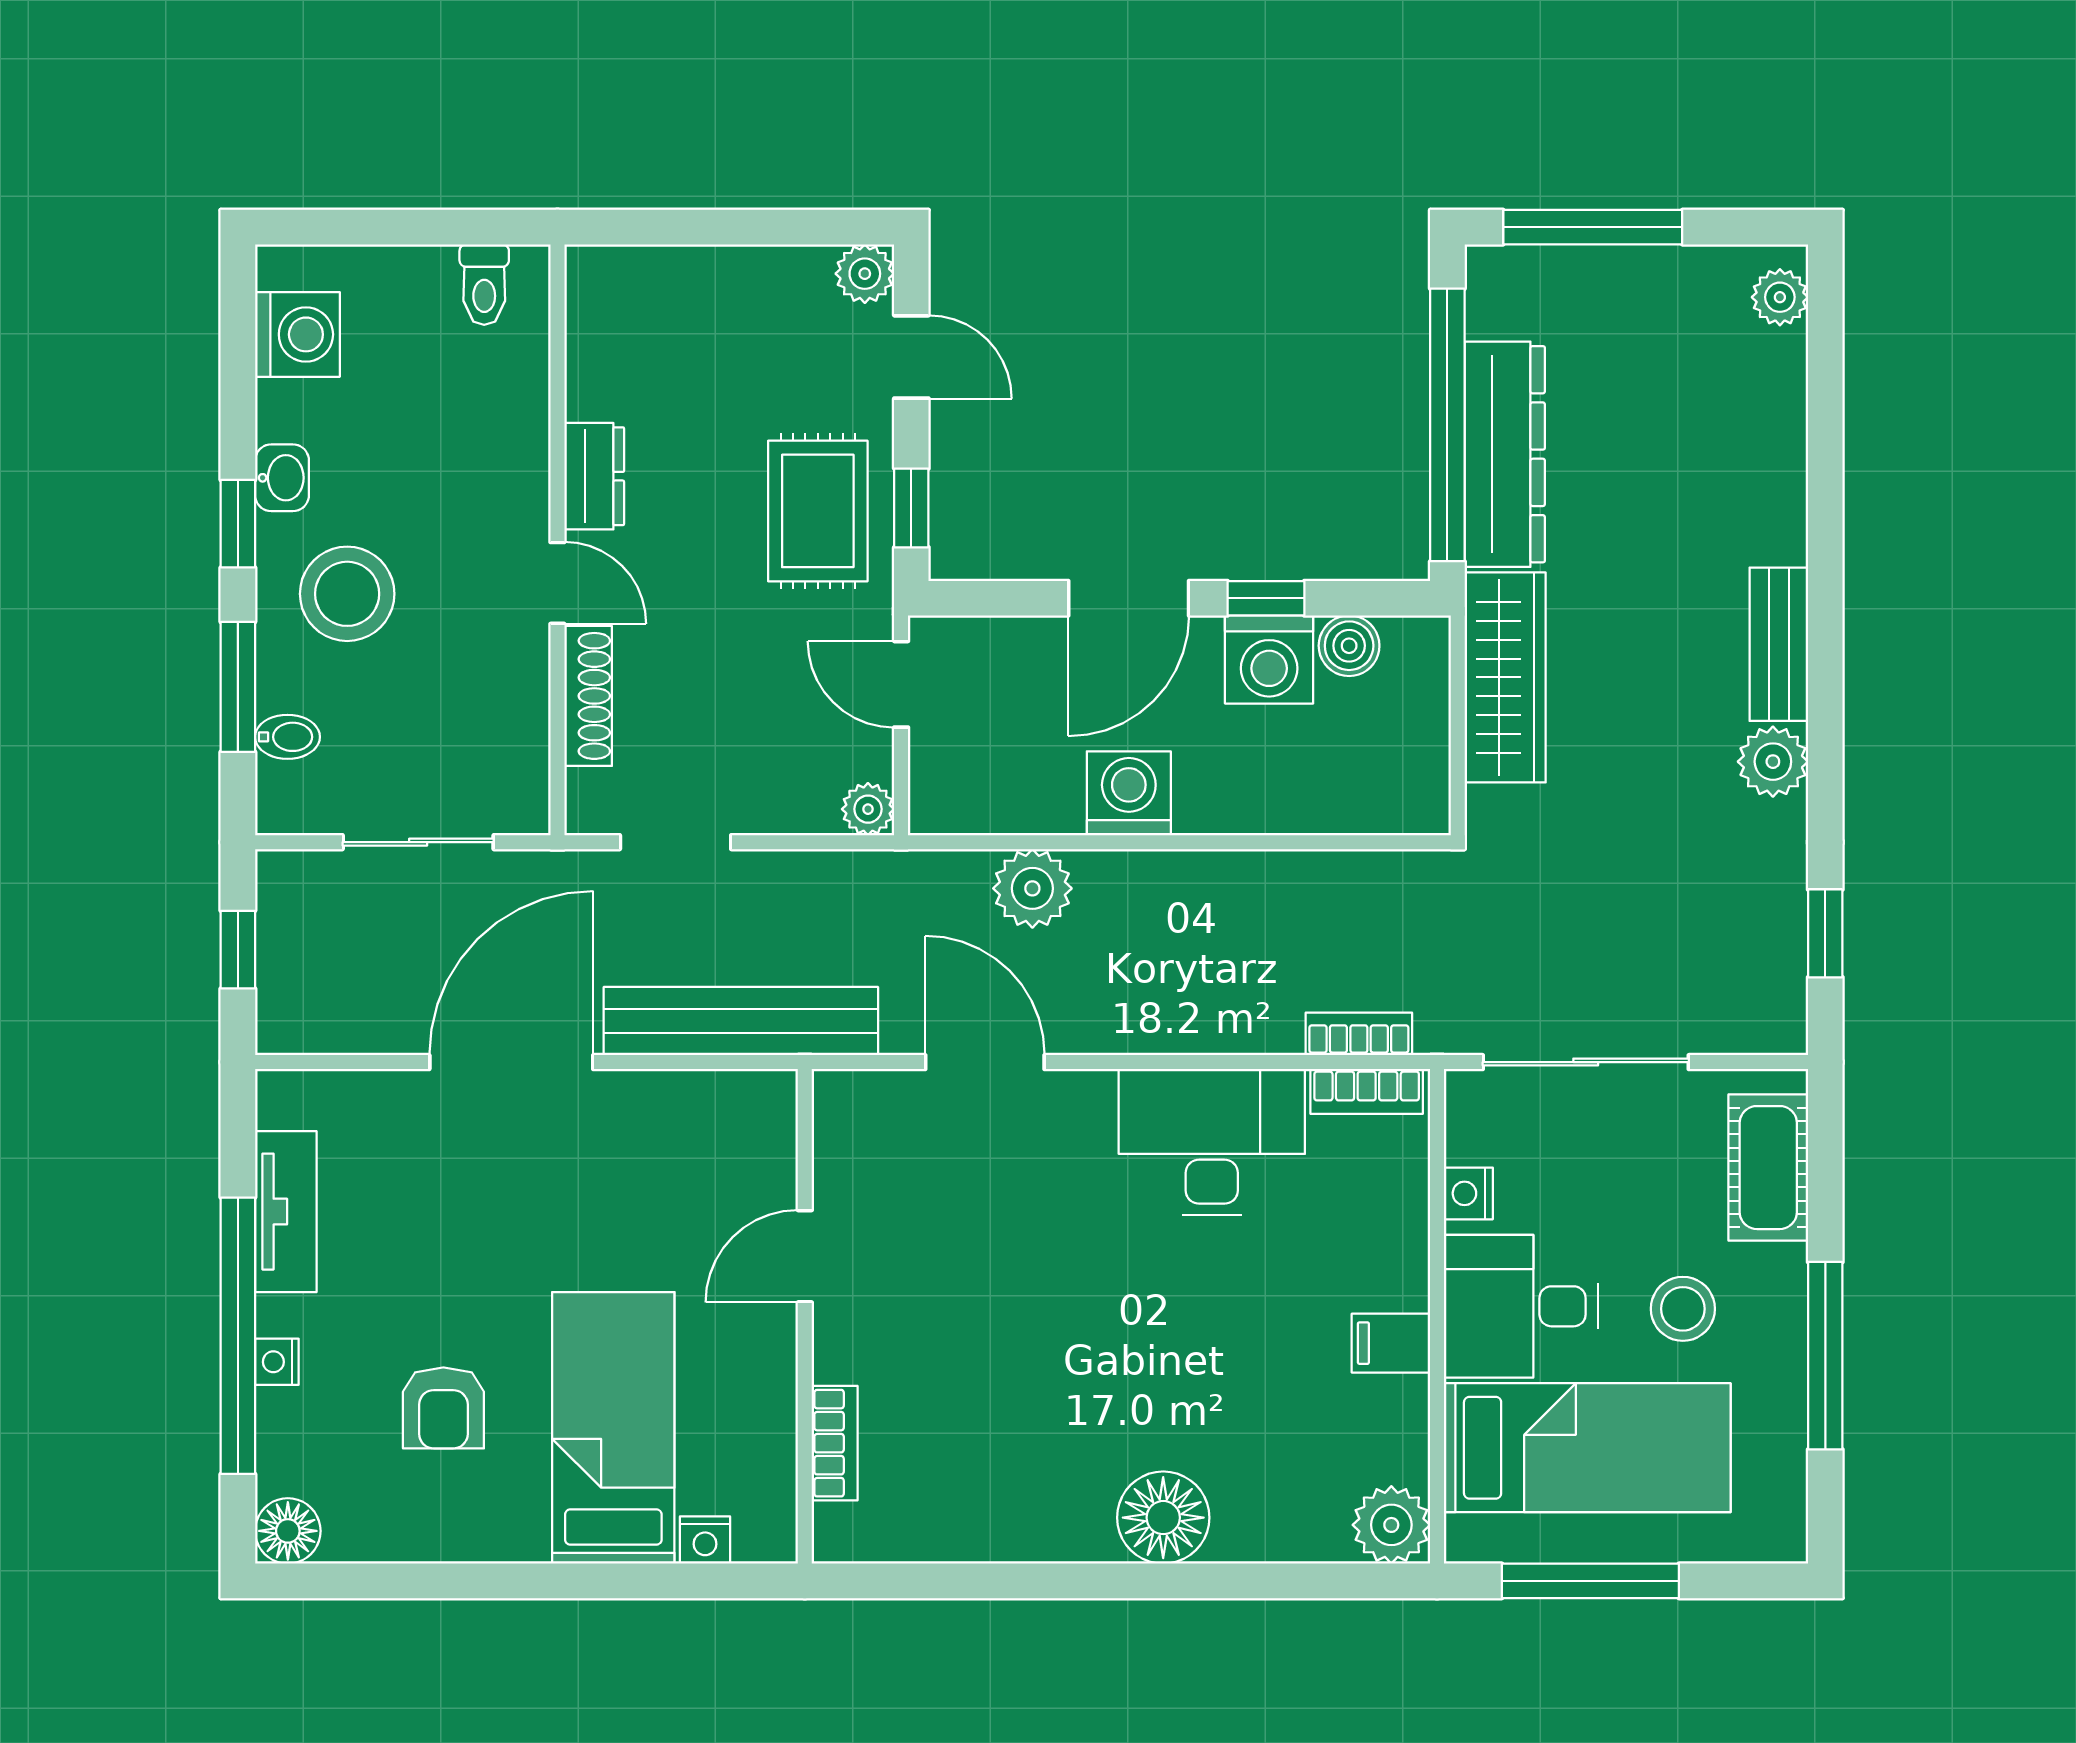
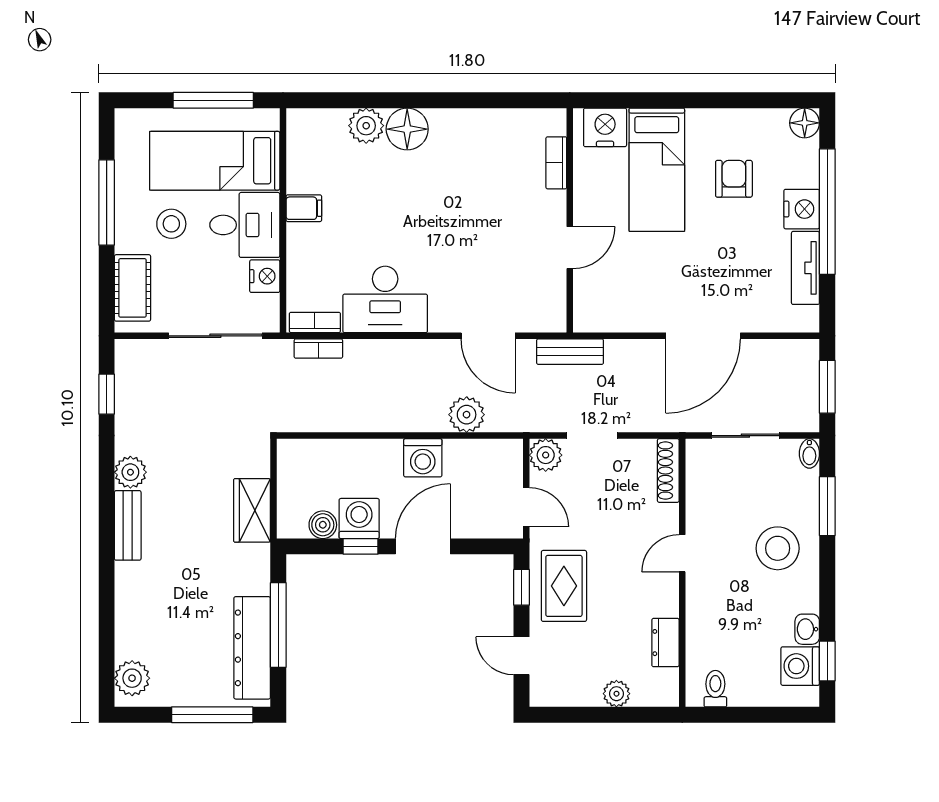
plant: (865, 274) -> (616, 694), moved
plant: (1780, 297) -> (132, 678), width x1.38, depth x1.38
window: (1447, 425) -> (278, 625), width x0.68
dresser: (1505, 454) -> (252, 648), moved
dresser: (594, 476) -> (665, 643), moved
washbasin: (282, 478) -> (807, 629), moved
window: (238, 524) -> (827, 661), moved
door: (557, 583) -> (682, 553), hinge flipped
wardrobe: (1505, 677) -> (252, 510), width x0.67
shoe rack: (588, 696) -> (668, 471), moved
bidet: (288, 737) -> (809, 453), moved, turned -90
plant: (868, 809) -> (546, 455), width x1.38, depth x1.38
doorway: (676, 842) -> (592, 436), moved
window: (238, 950) -> (827, 387), width x1.50
bench: (741, 1021) -> (570, 352), width x0.54, depth x0.82
nightstand: (1468, 1193) -> (265, 276), width x1.39, depth x1.35
nightstand: (277, 1362) -> (802, 209), width x1.89, depth x1.79
plant: (1391, 1525) -> (366, 126), moved
nightstand: (705, 1540) -> (605, 127), width x1.89, depth x1.79

